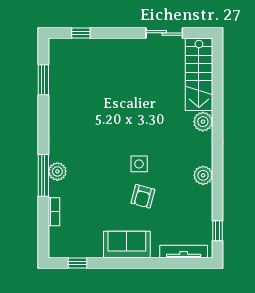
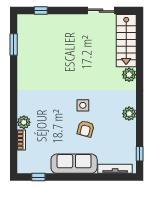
plant: (57, 171) -> (24, 122), moved
window: (43, 175) -> (14, 114), removed
sofa: (127, 245) -> (74, 164), width x1.36

